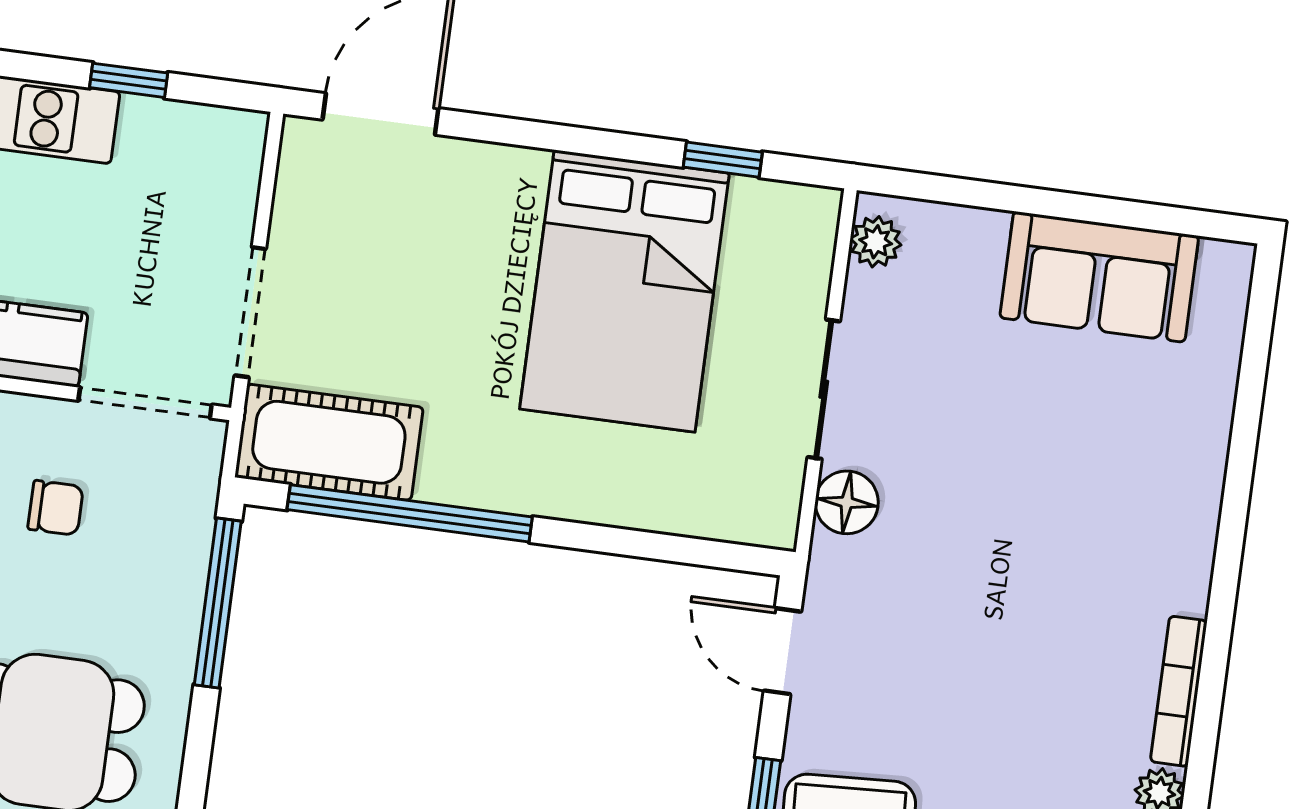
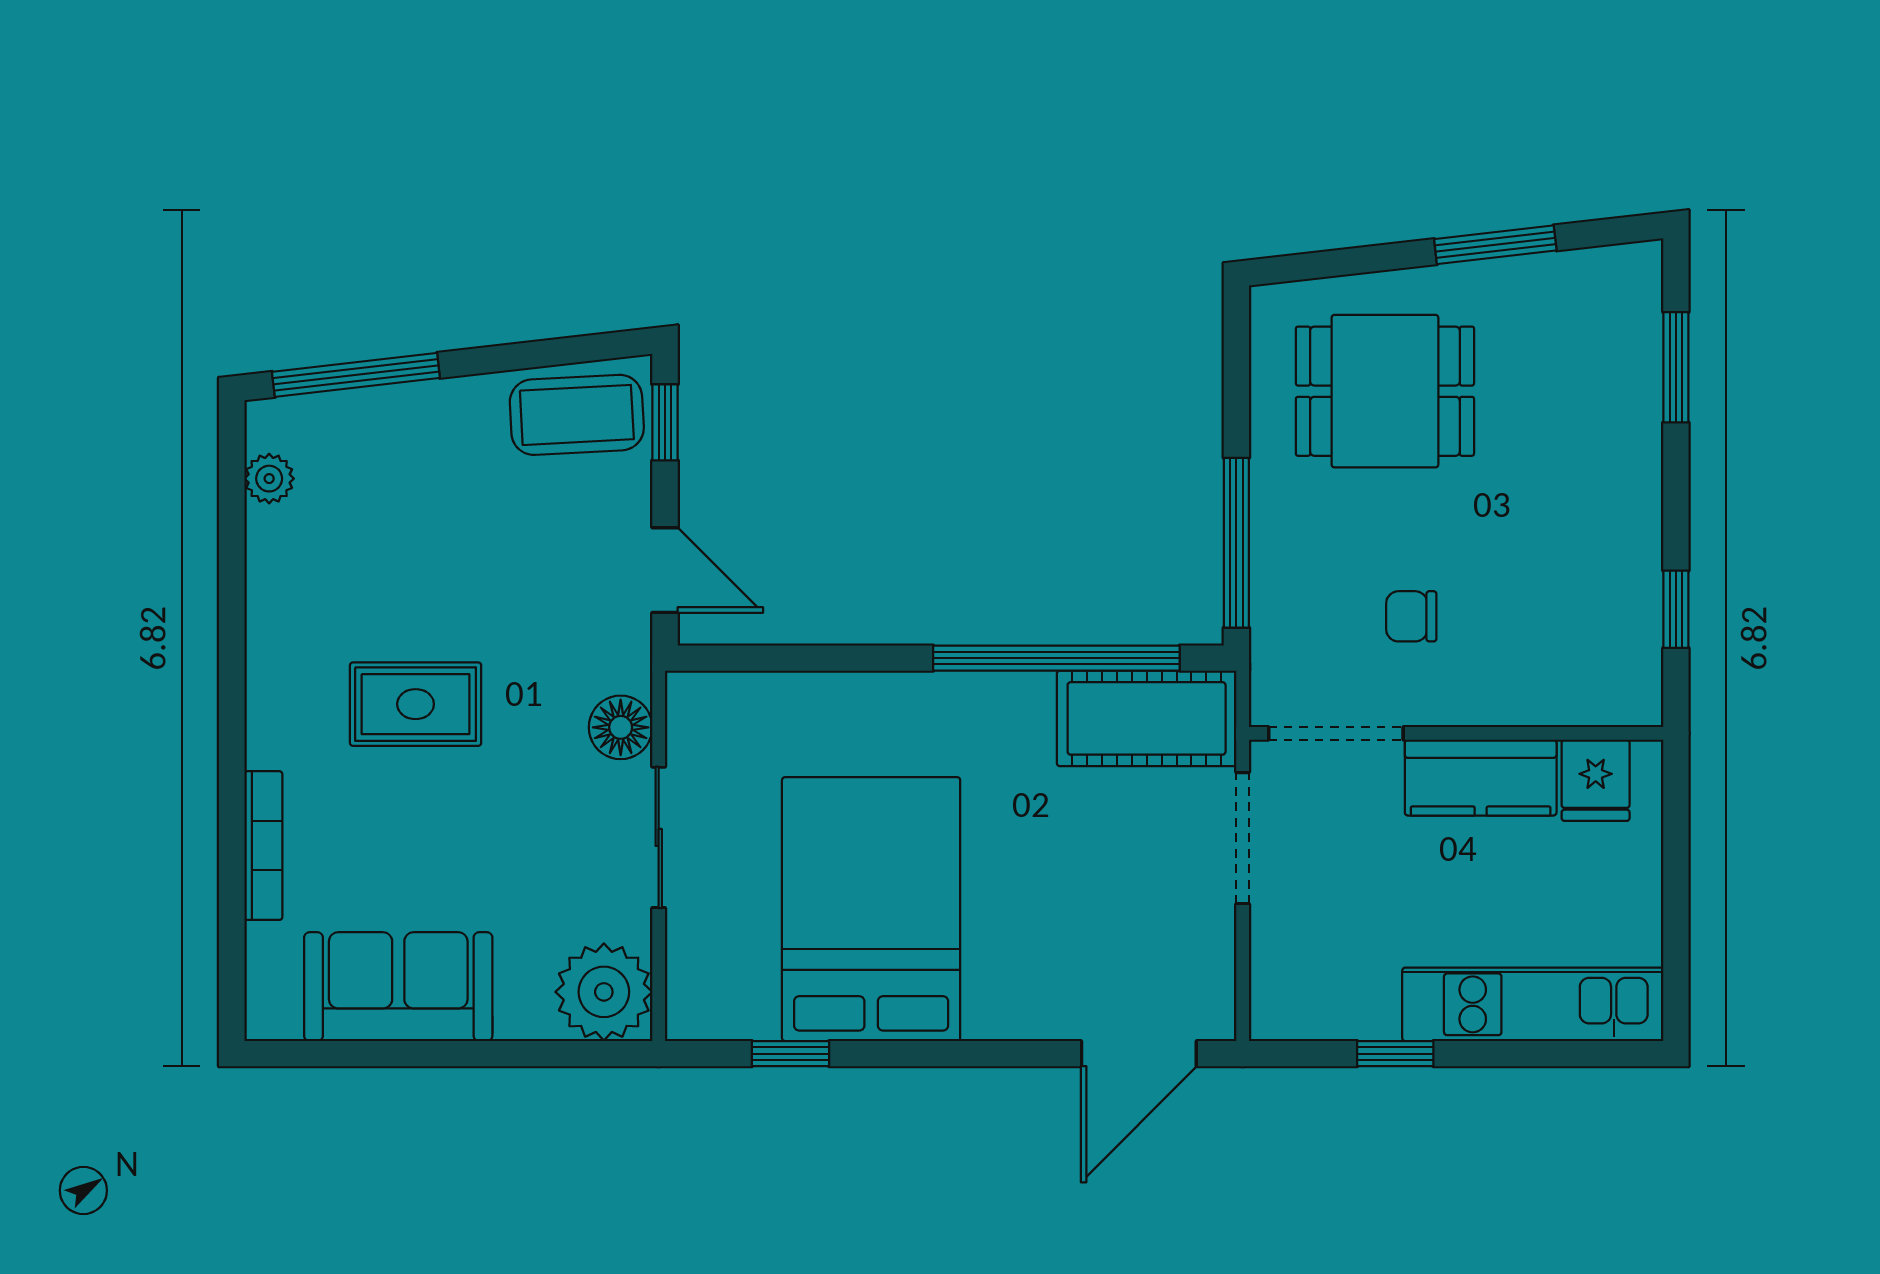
plant: (876, 242) -> (604, 992), width x1.88, depth x1.88
rug: (1045, 552) -> (416, 704), added
bookcase: (1179, 691) -> (263, 846), moved

